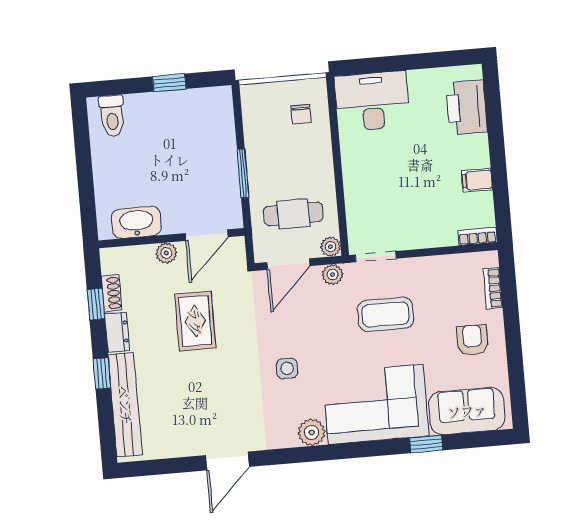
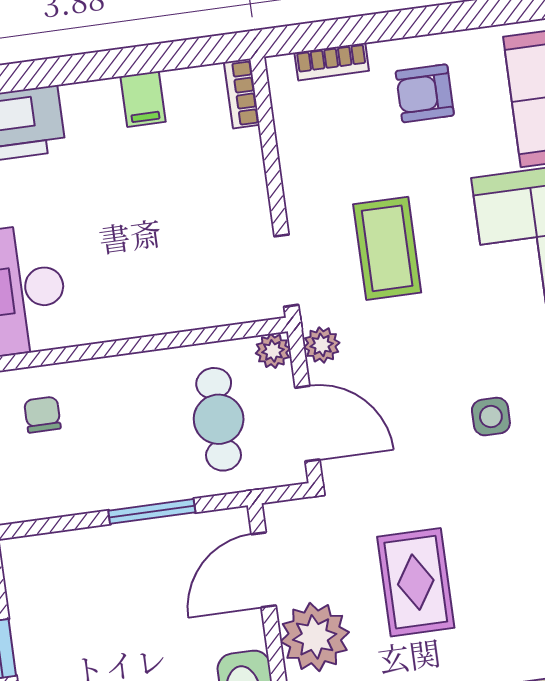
chair: (301, 114) -> (42, 415), turned -90
door: (207, 235) -> (264, 570), swing flipped
plant: (166, 253) -> (315, 637), width x1.87, depth x1.87
rug: (195, 321) -> (416, 582), turned 90

